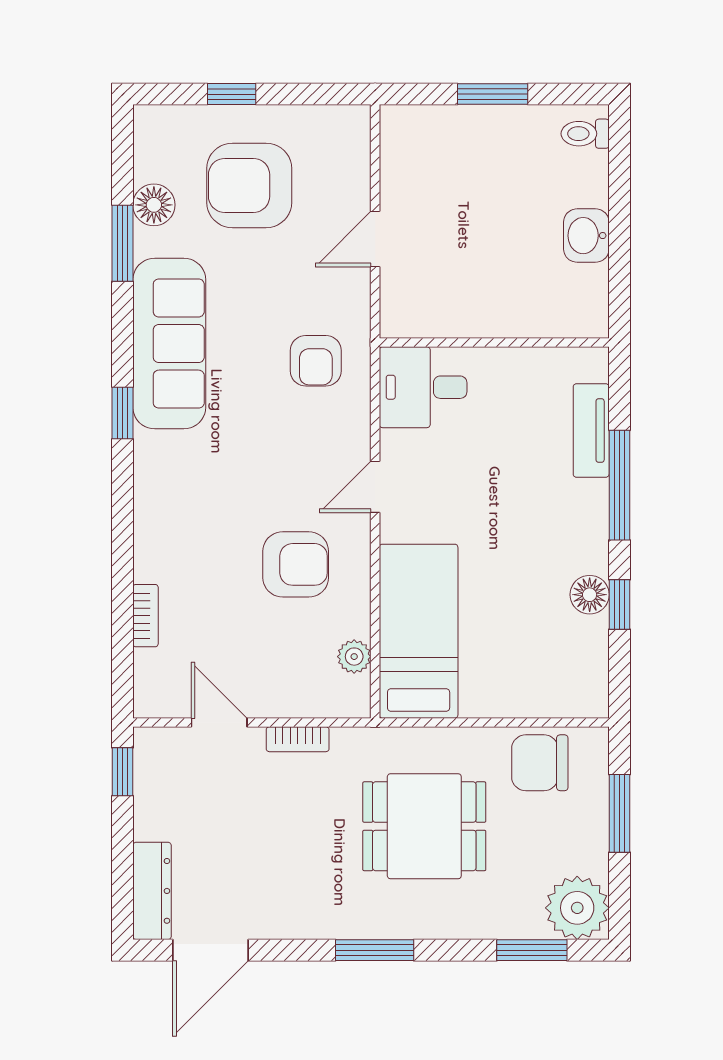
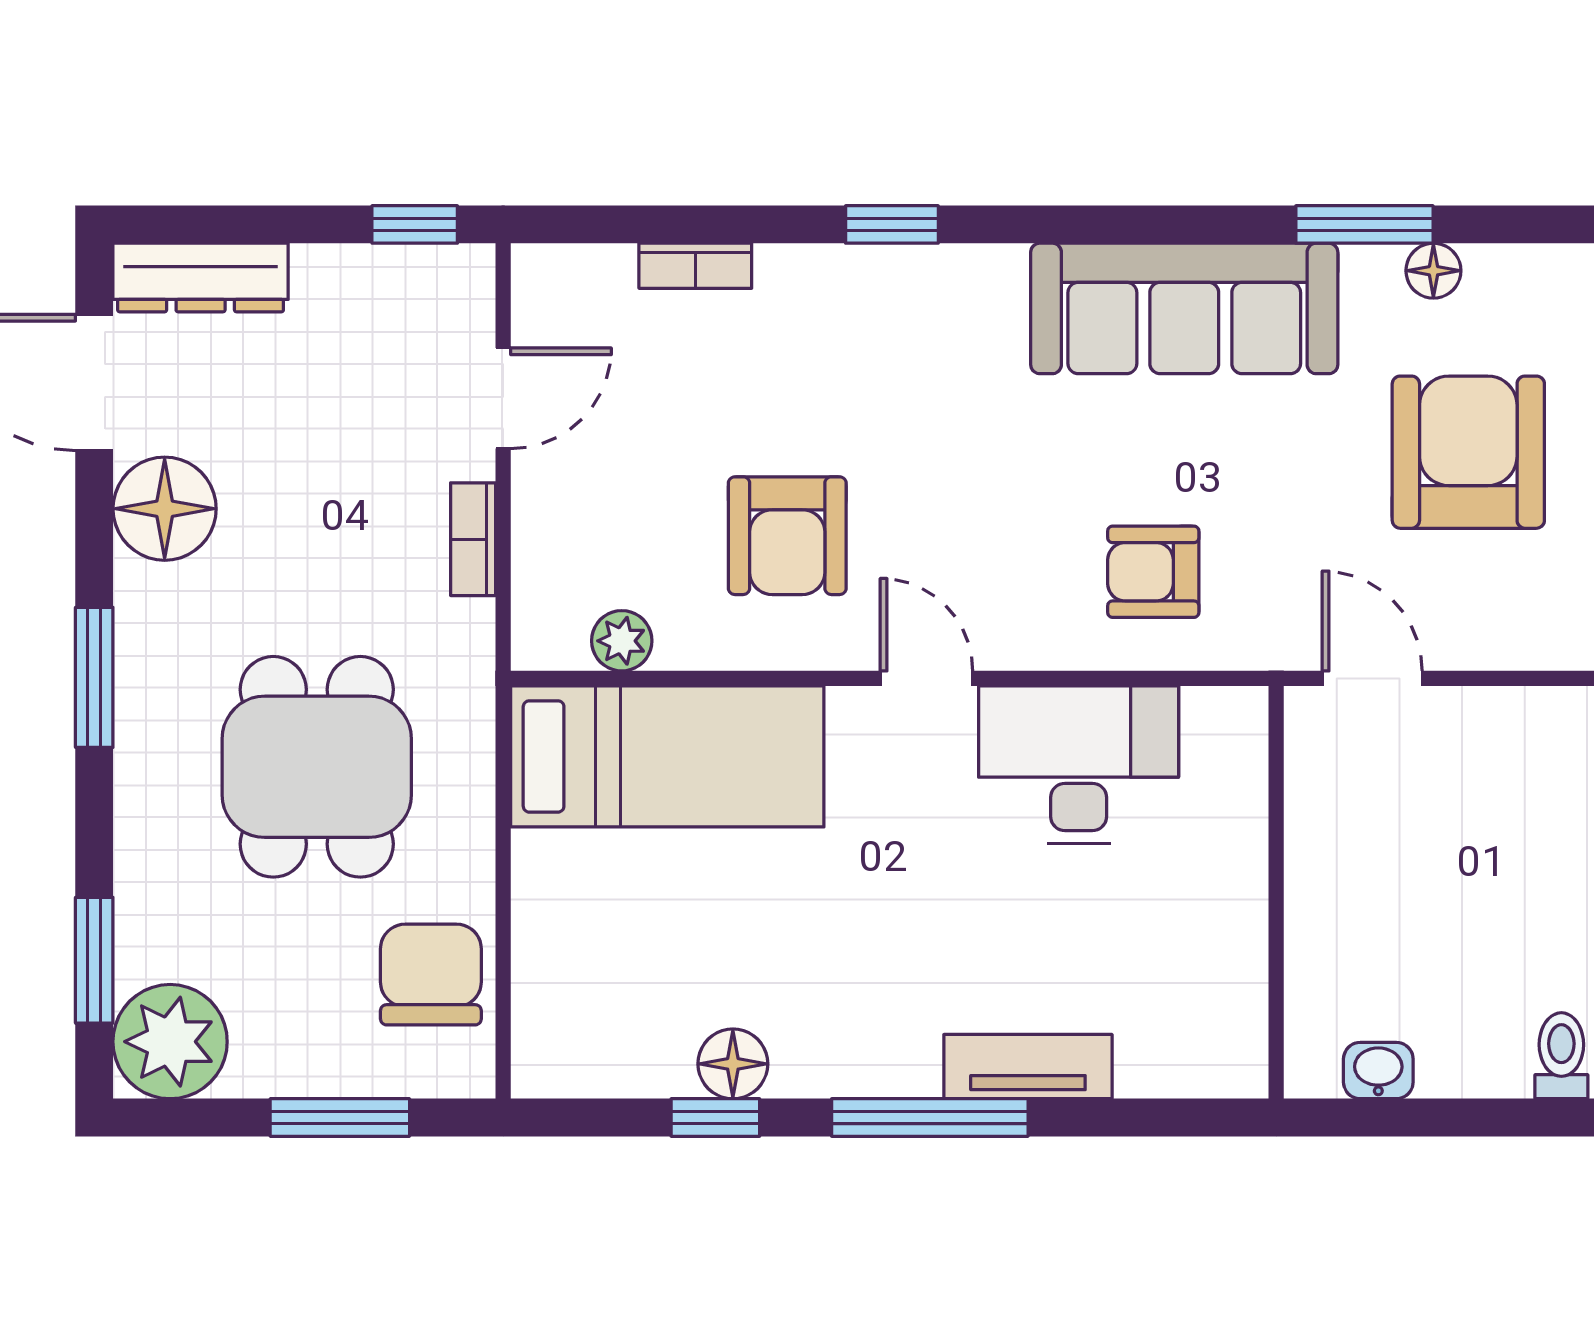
floor lamp: (154, 205) -> (1433, 271), width x0.73, depth x0.73
washbasin: (586, 236) -> (1378, 1071), width x0.72, depth x0.69
wall: (494, 342) -> (1276, 892), moved
desk: (423, 387) -> (1079, 765), width x1.37
window: (123, 413) -> (892, 224), moved
floor lamp: (281, 911) -> (165, 509), added

